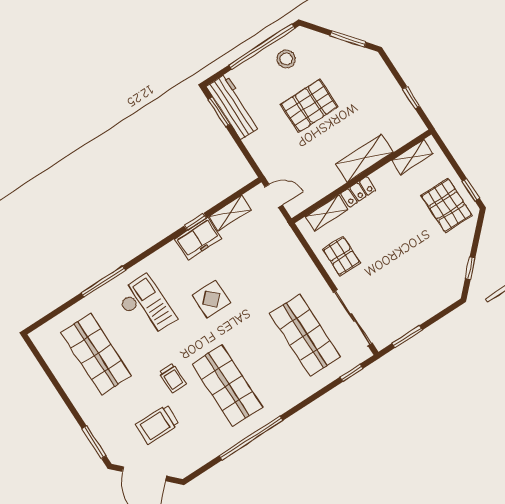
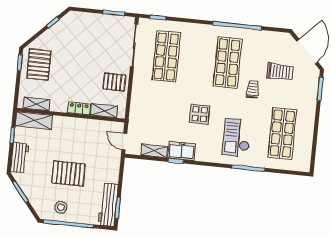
workbench: (381, 78) -> (20, 158), added
shelving: (364, 158) -> (34, 121), moved
pallet: (342, 256) -> (114, 82), turned 90

